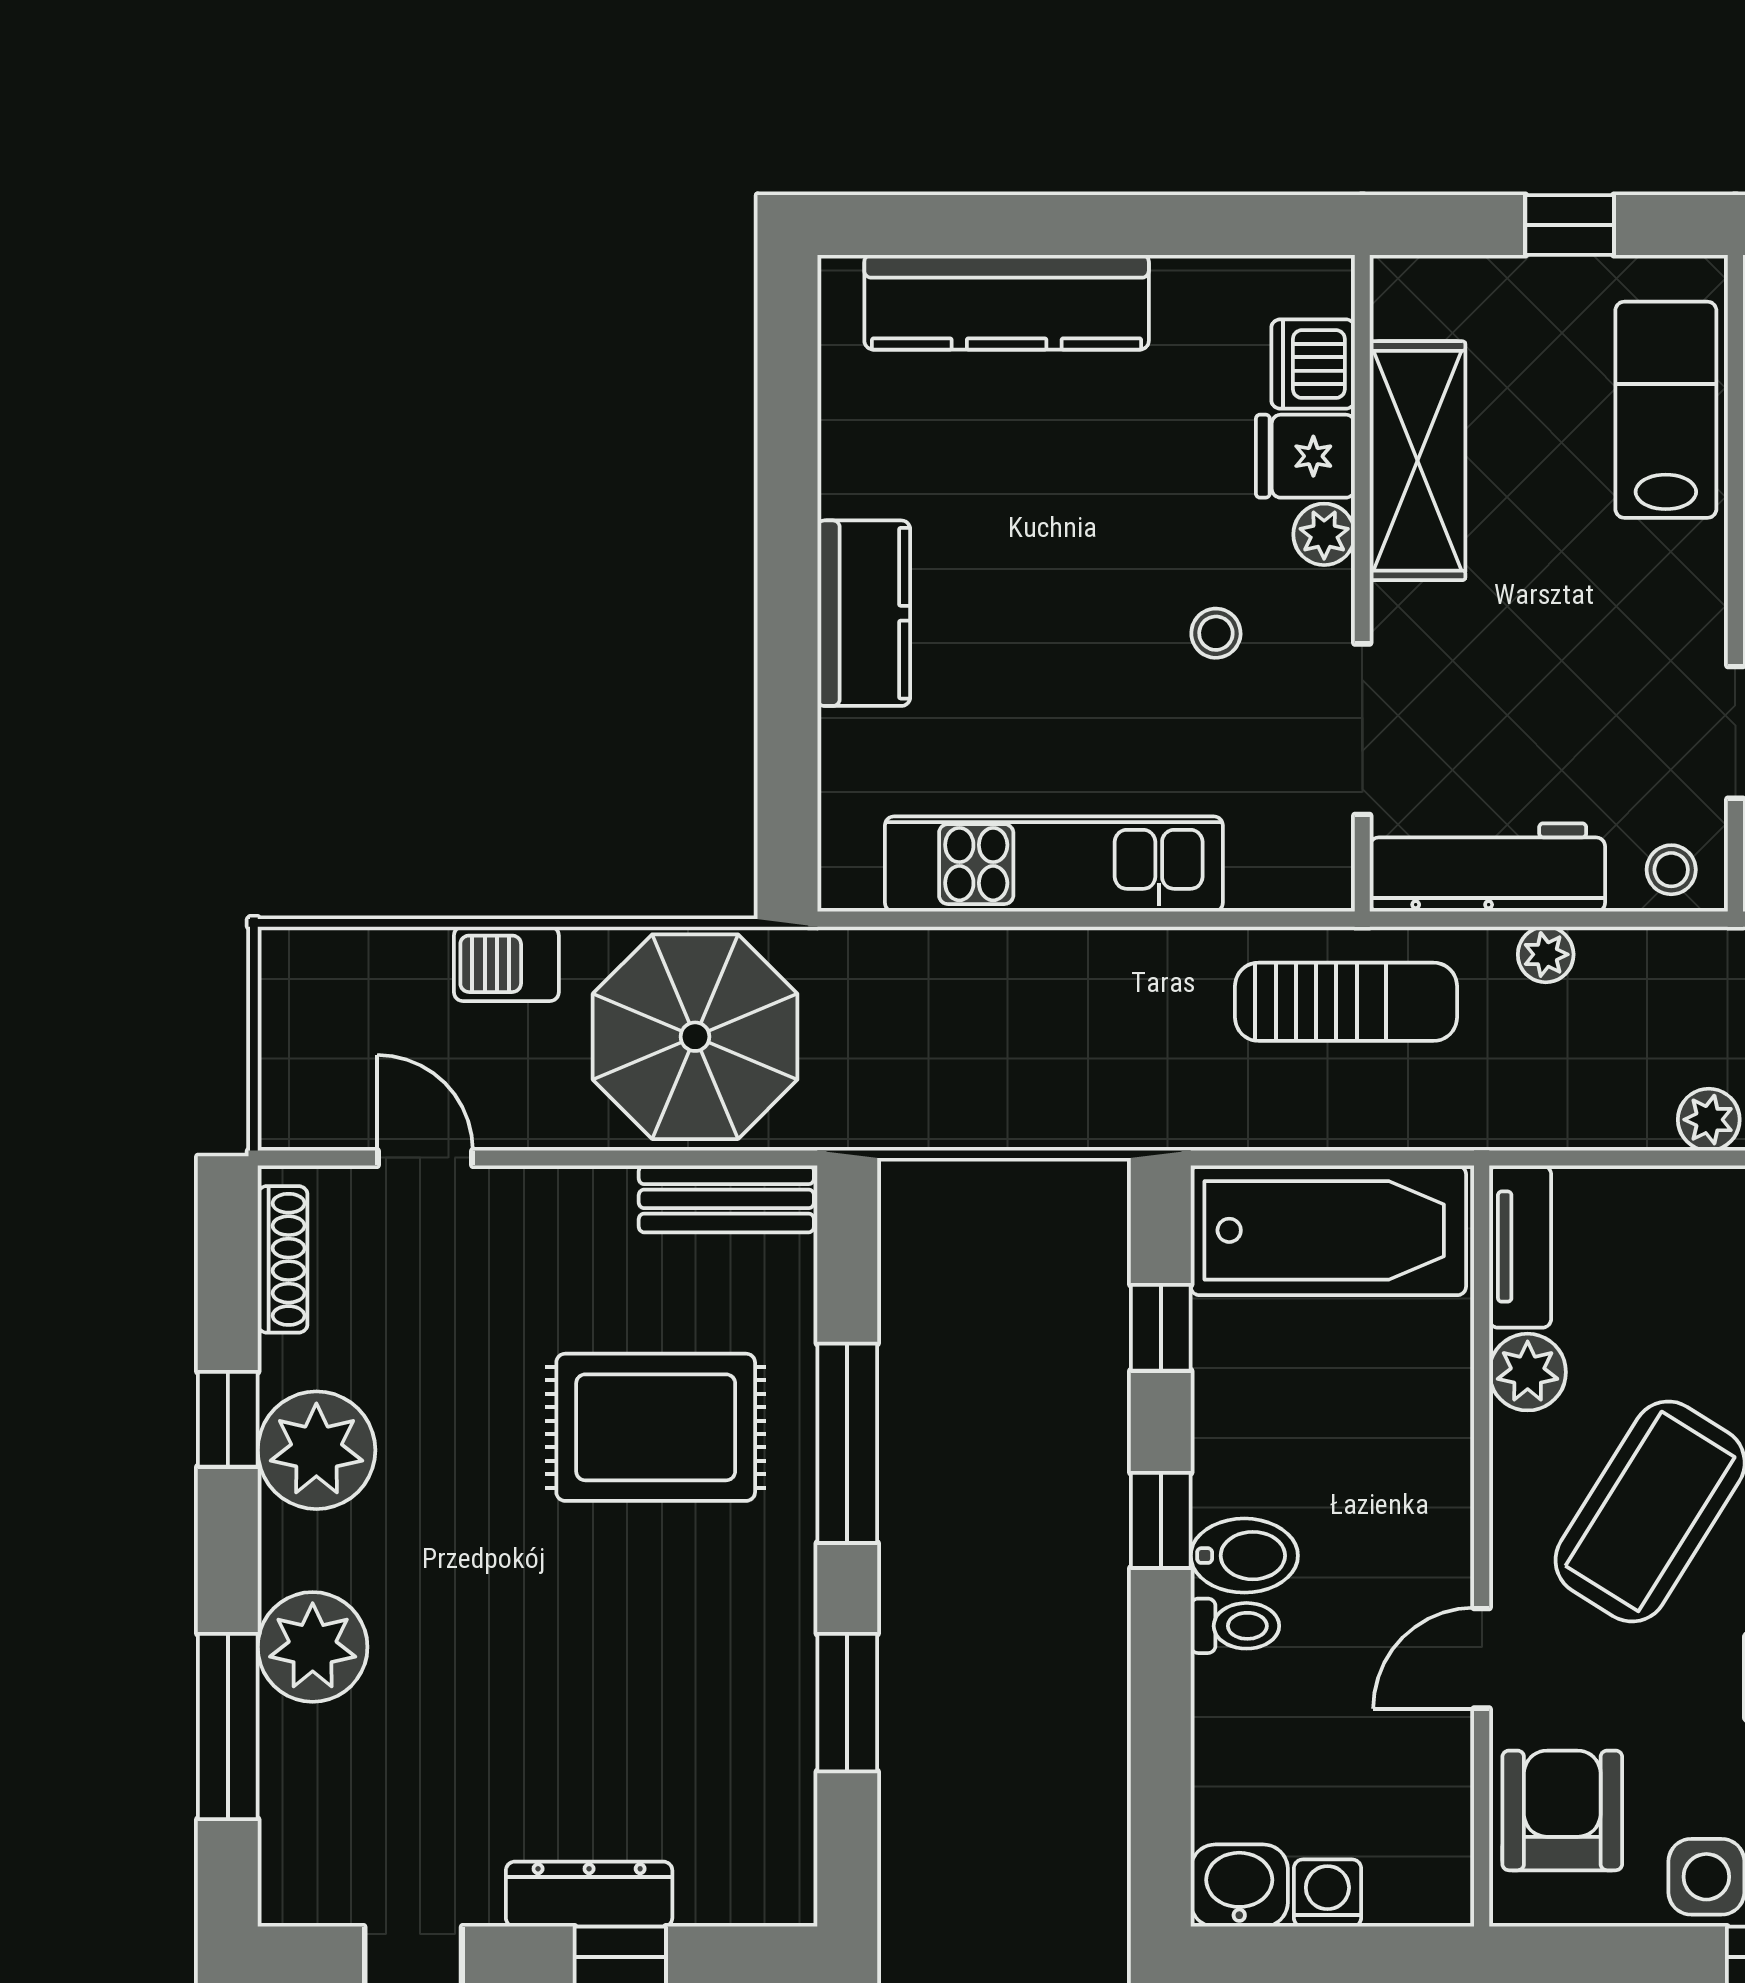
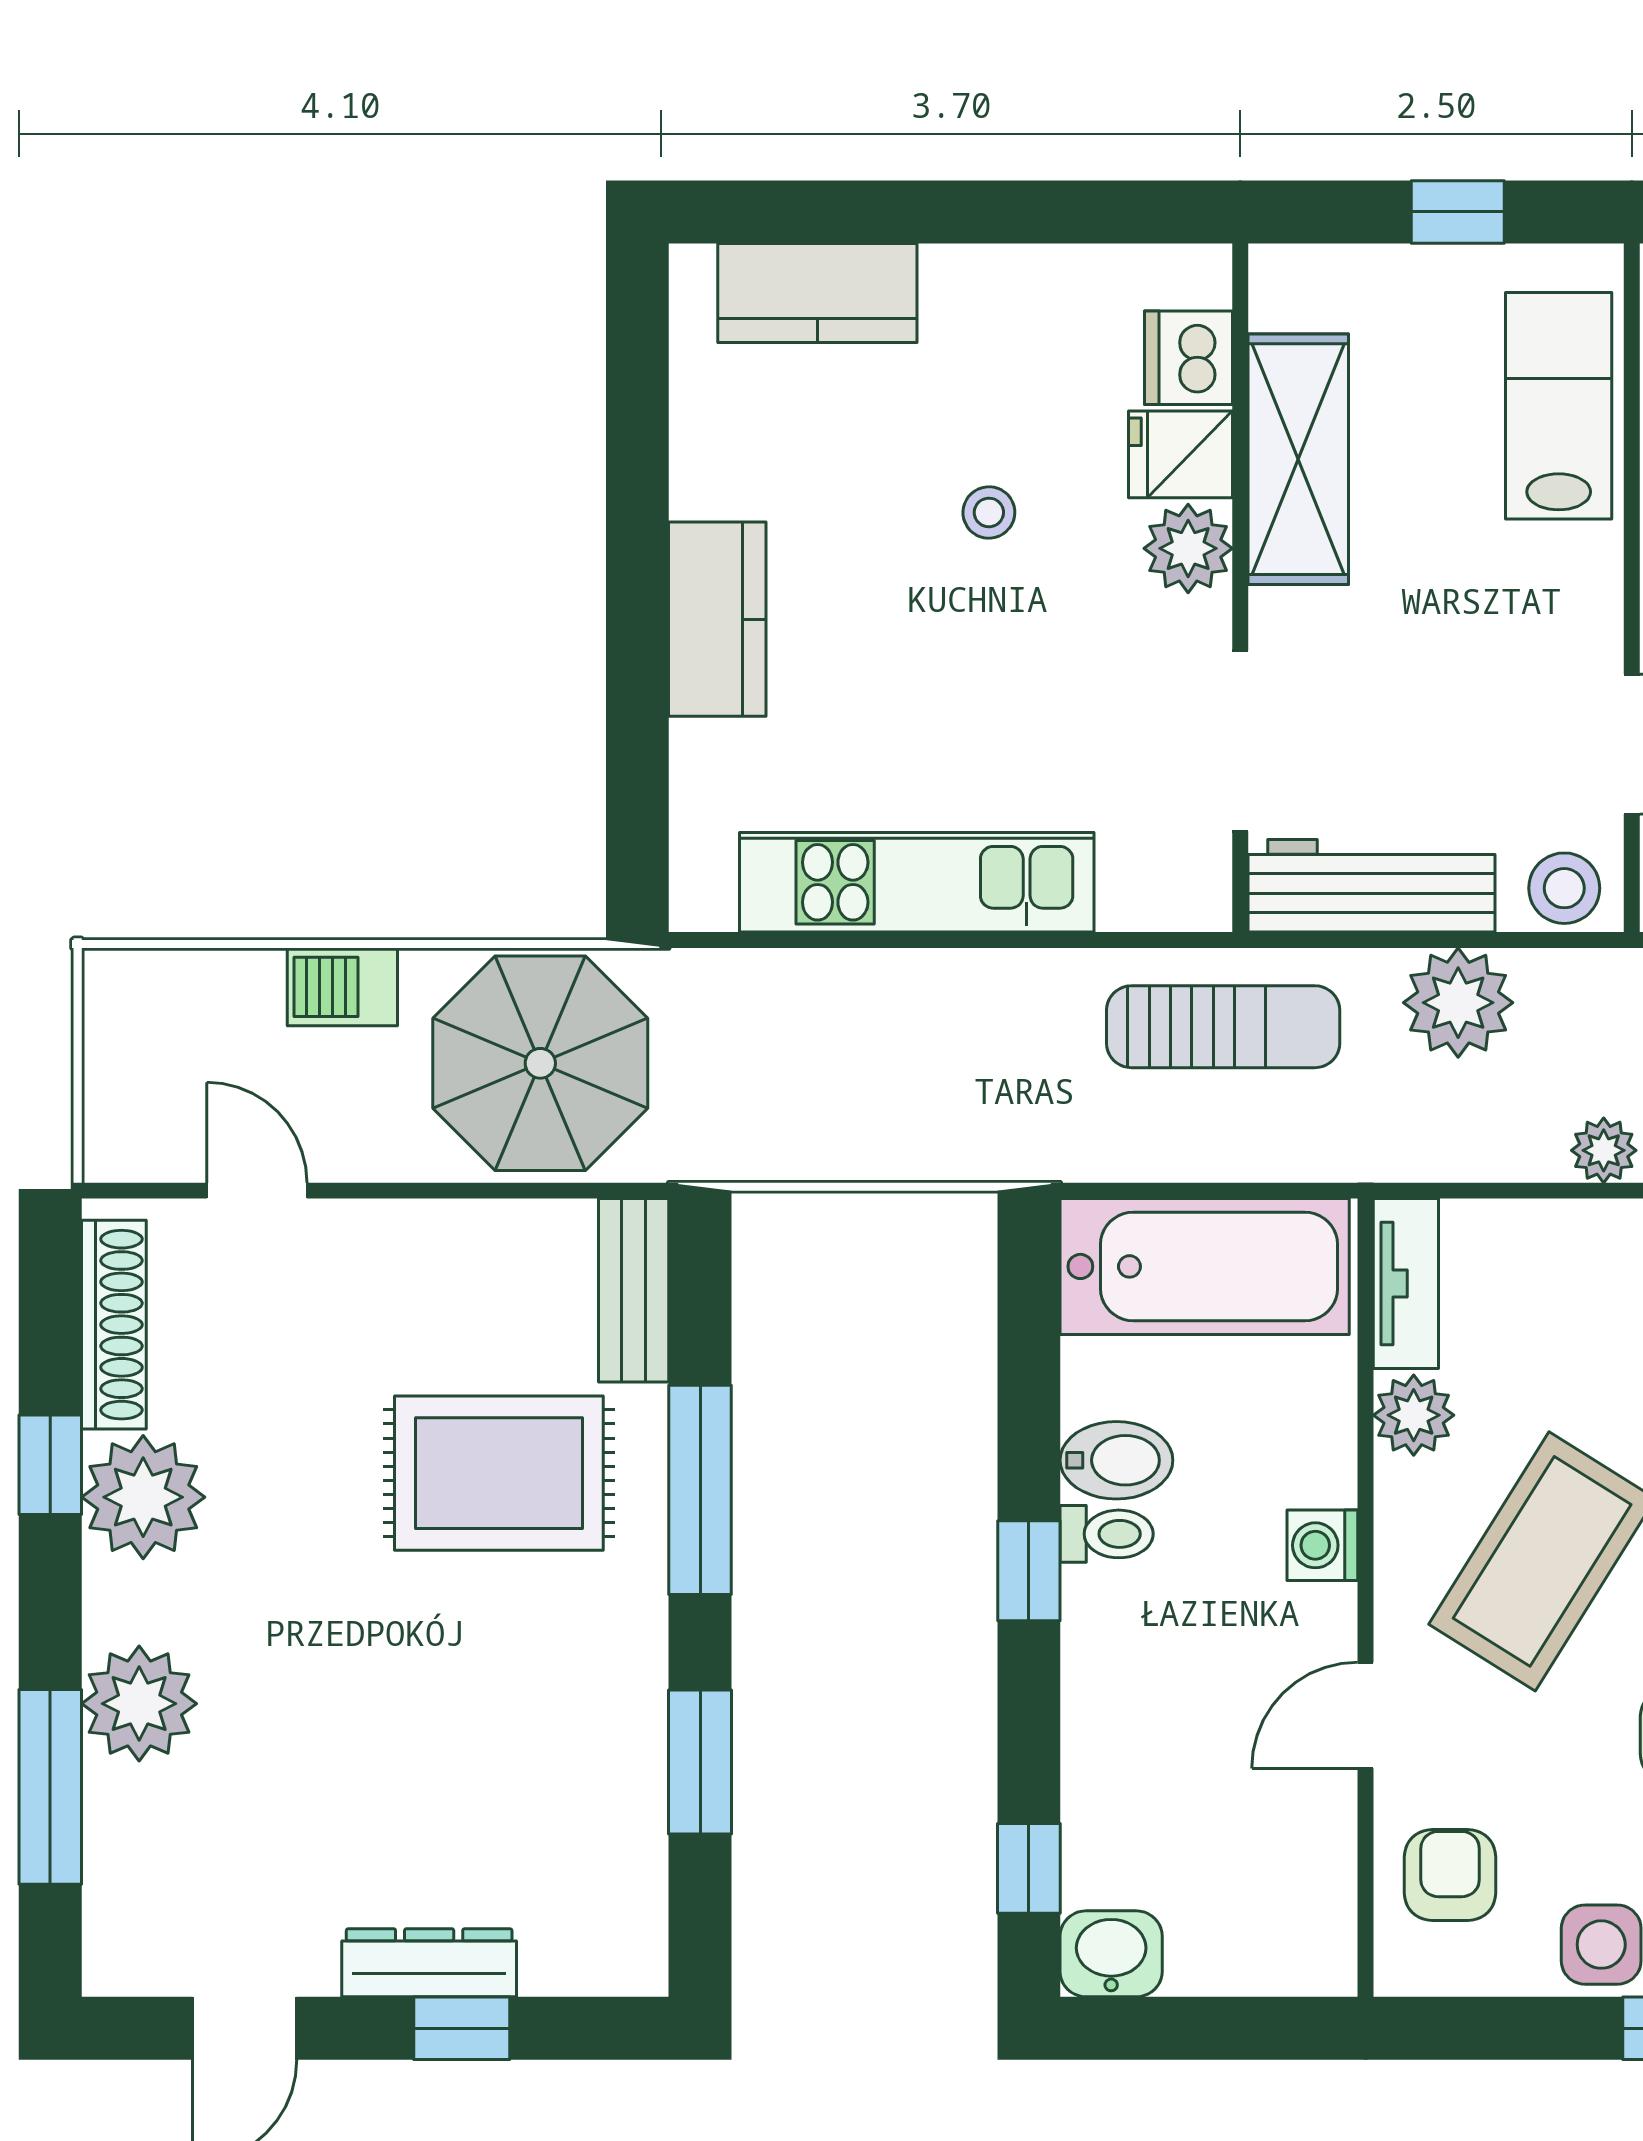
kitchen counter: (1007, 302) -> (817, 293), width x0.67
plant: (1324, 534) -> (1188, 548), width x1.38, depth x1.38
stool: (1216, 633) -> (989, 512), moved
stool: (1671, 870) -> (1564, 888), width x1.37, depth x1.37
plant: (1546, 954) -> (1458, 1003), width x1.87, depth x1.87
bench: (726, 1199) -> (634, 1290), moved, turned 90
shoe rack: (283, 1259) -> (114, 1325), width x1.36, depth x1.24
window: (1161, 1328) -> (1029, 1868), moved
bidet: (1244, 1556) -> (1116, 1460), moved
toilet: (1235, 1626) -> (1107, 1534), moved
armchair: (1562, 1810) -> (1450, 1875), width x0.72, depth x0.72
washing machine: (1327, 1893) -> (1322, 1545), moved, turned -90

